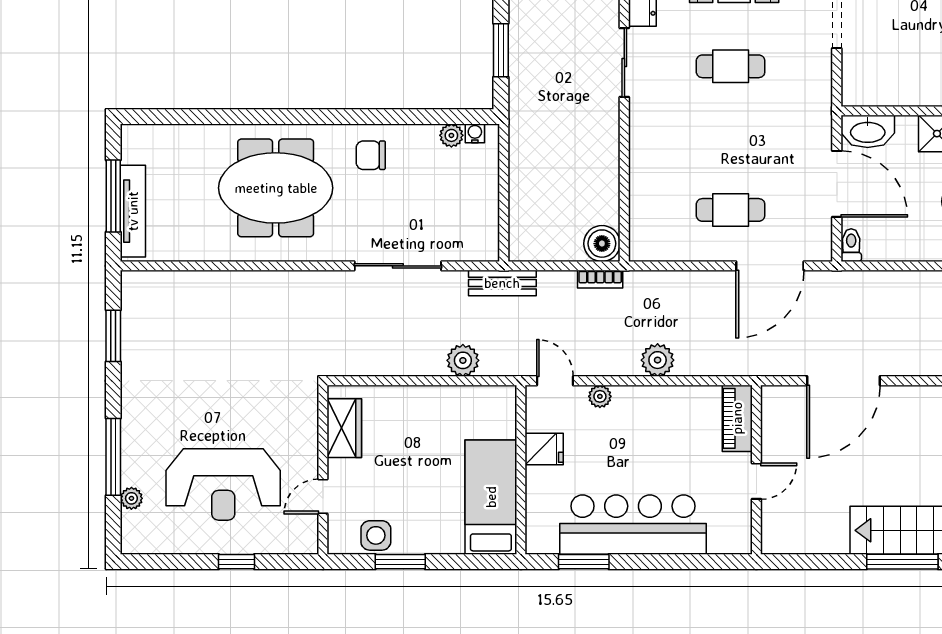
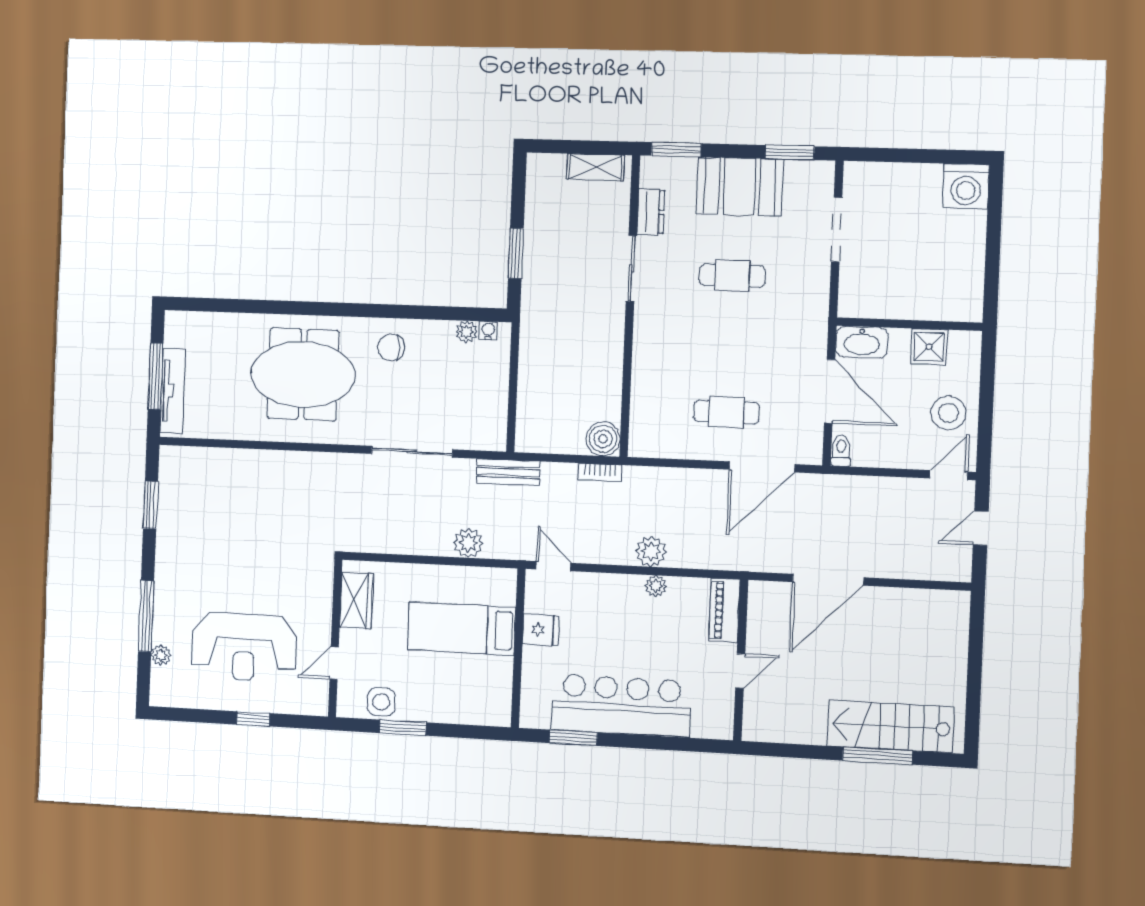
plant: (600, 396) -> (656, 586), moved
bed: (491, 497) -> (462, 628), moved, turned -90

